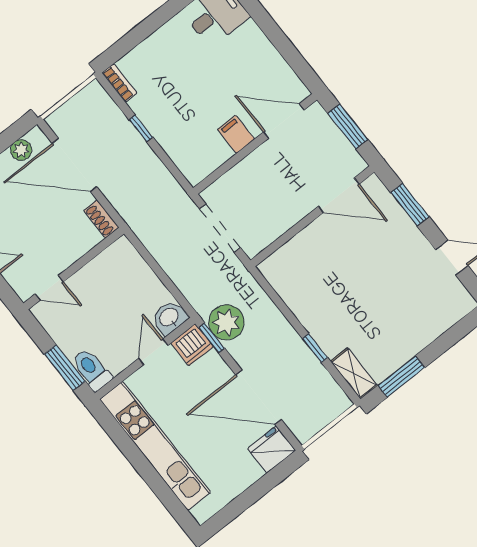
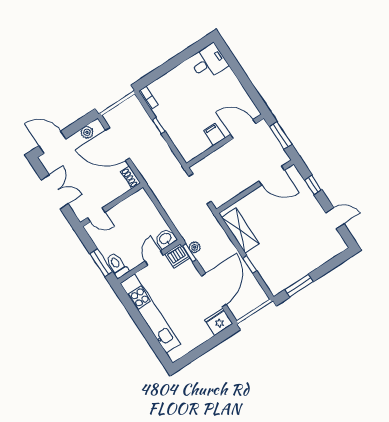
window: (410, 205) -> (313, 185), width x0.67
plant: (226, 322) -> (195, 247), width x0.53, depth x0.53
shelving: (354, 374) -> (240, 231), moved, width x1.50, depth x1.33
door: (258, 397) -> (214, 290), swing flipped

